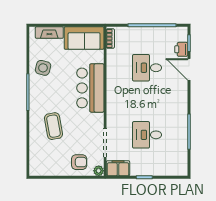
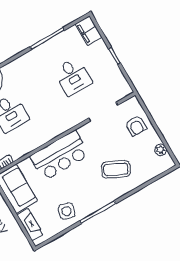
coffee table: (54, 126) -> (116, 169), turned 36
armchair: (79, 162) -> (136, 126), turned 180
filing cabinet: (118, 168) -> (89, 31), moved
plant: (99, 171) -> (161, 150), moved

